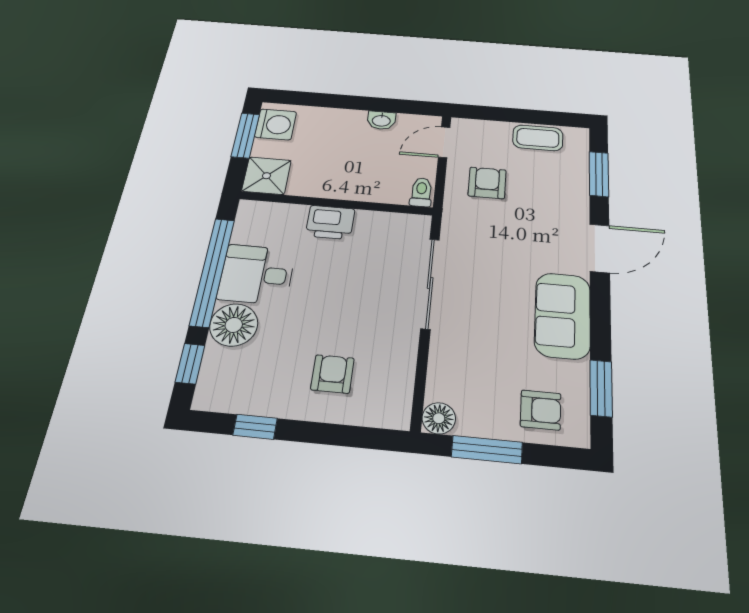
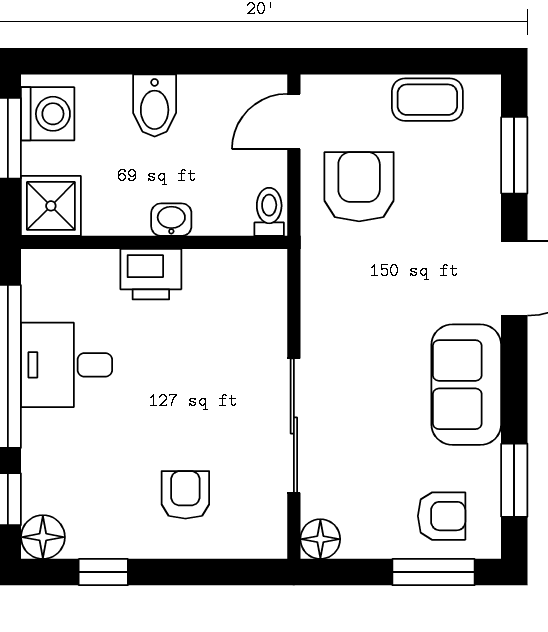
washbasin: (381, 120) -> (171, 220), moved, turned 180
bidet: (349, 126) -> (155, 105), added
armchair: (487, 183) -> (359, 187), width x1.38, depth x1.38
sliding door: (430, 283) -> (294, 426), moved
floor lamp: (234, 325) -> (43, 537), moved, width x0.73, depth x0.73
window: (487, 450) -> (434, 572), moved

